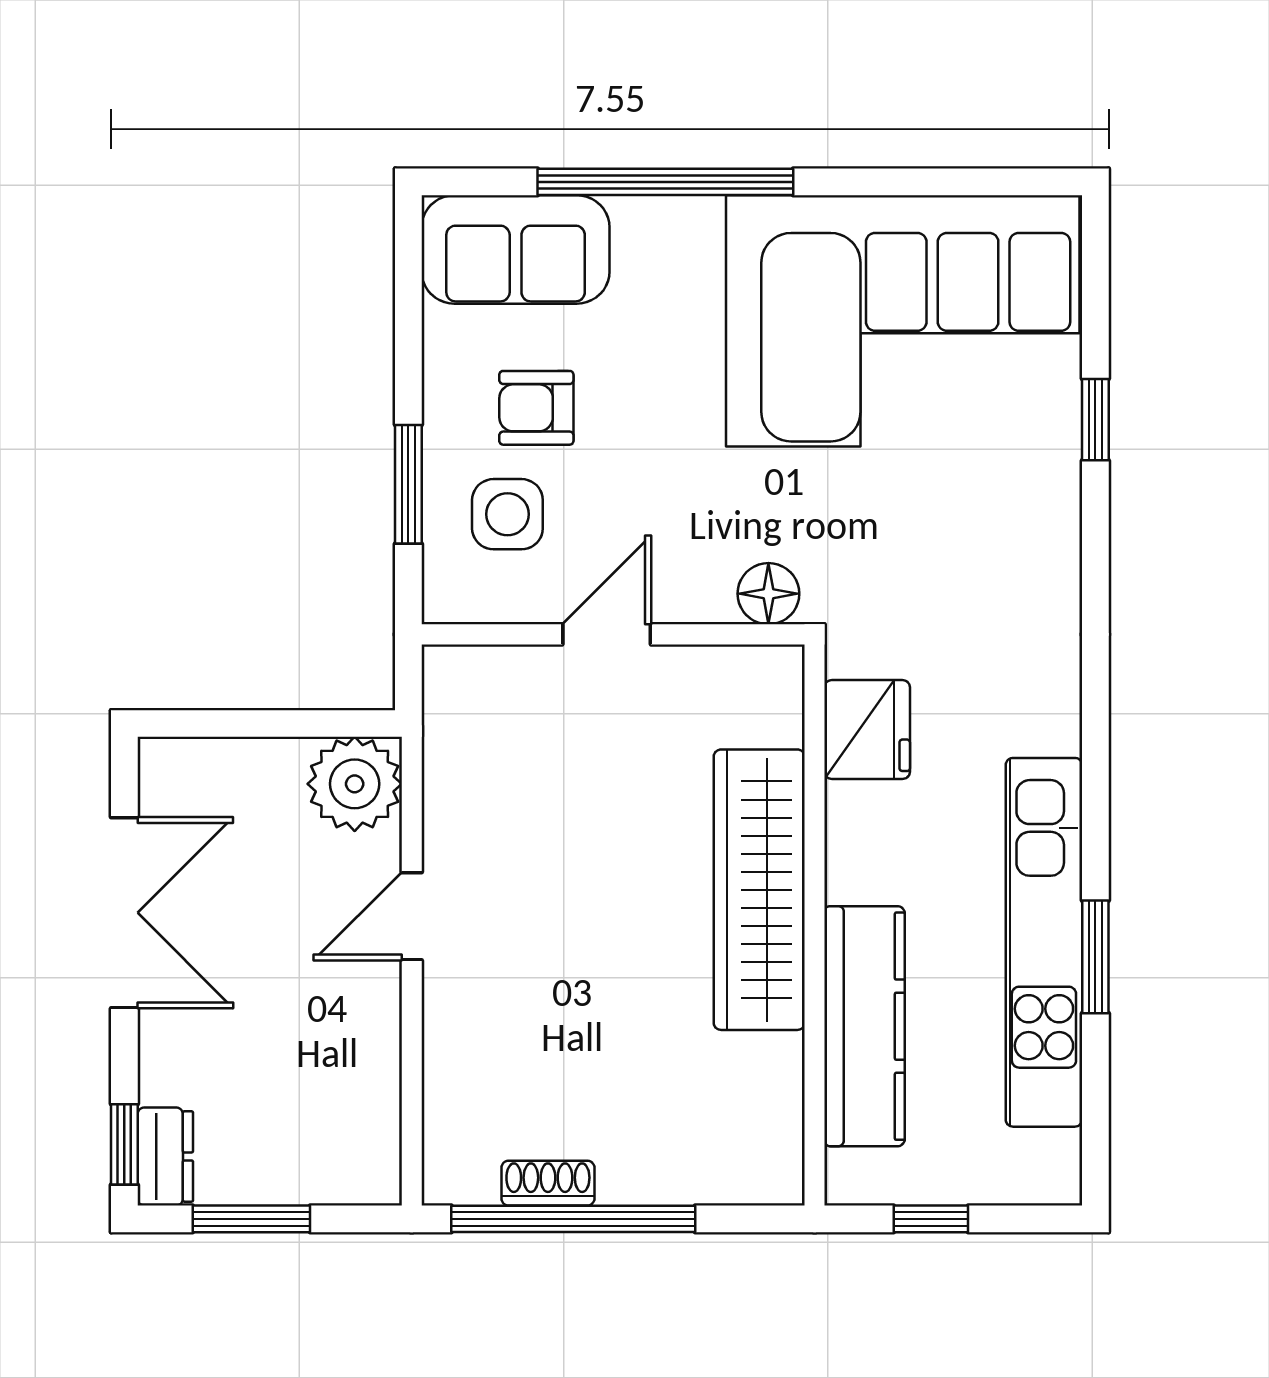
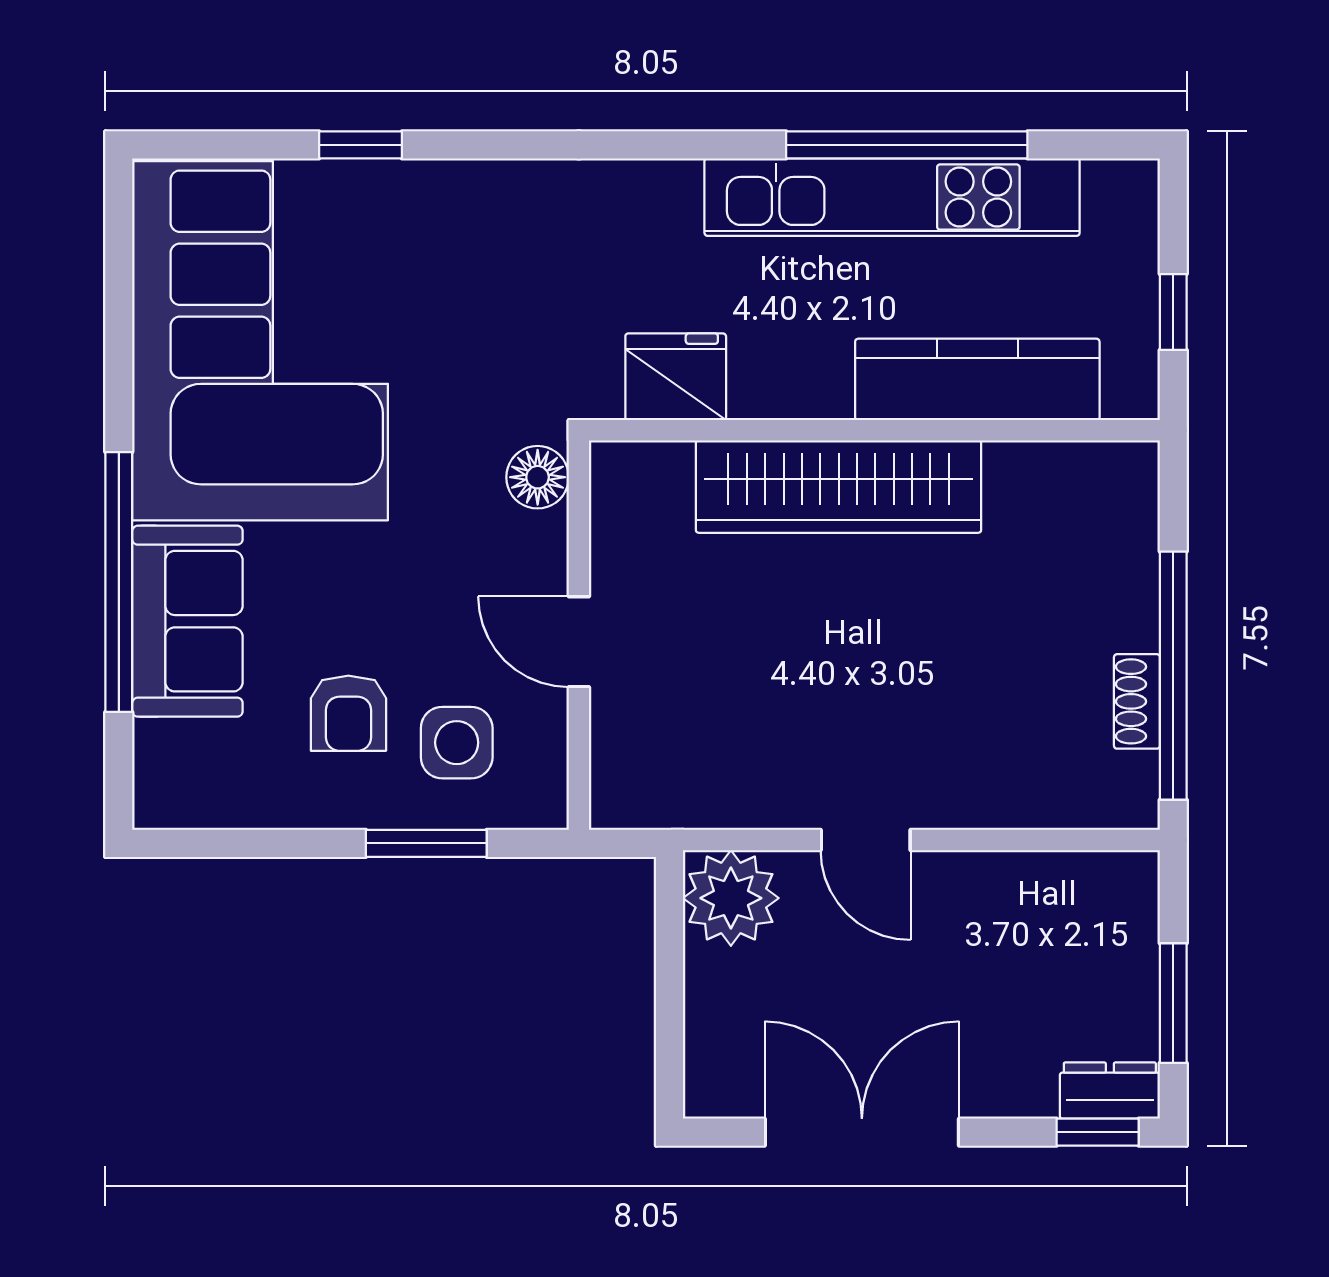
sofa: (516, 249) -> (187, 621), moved
window: (1095, 957) -> (907, 145), width x2.11

